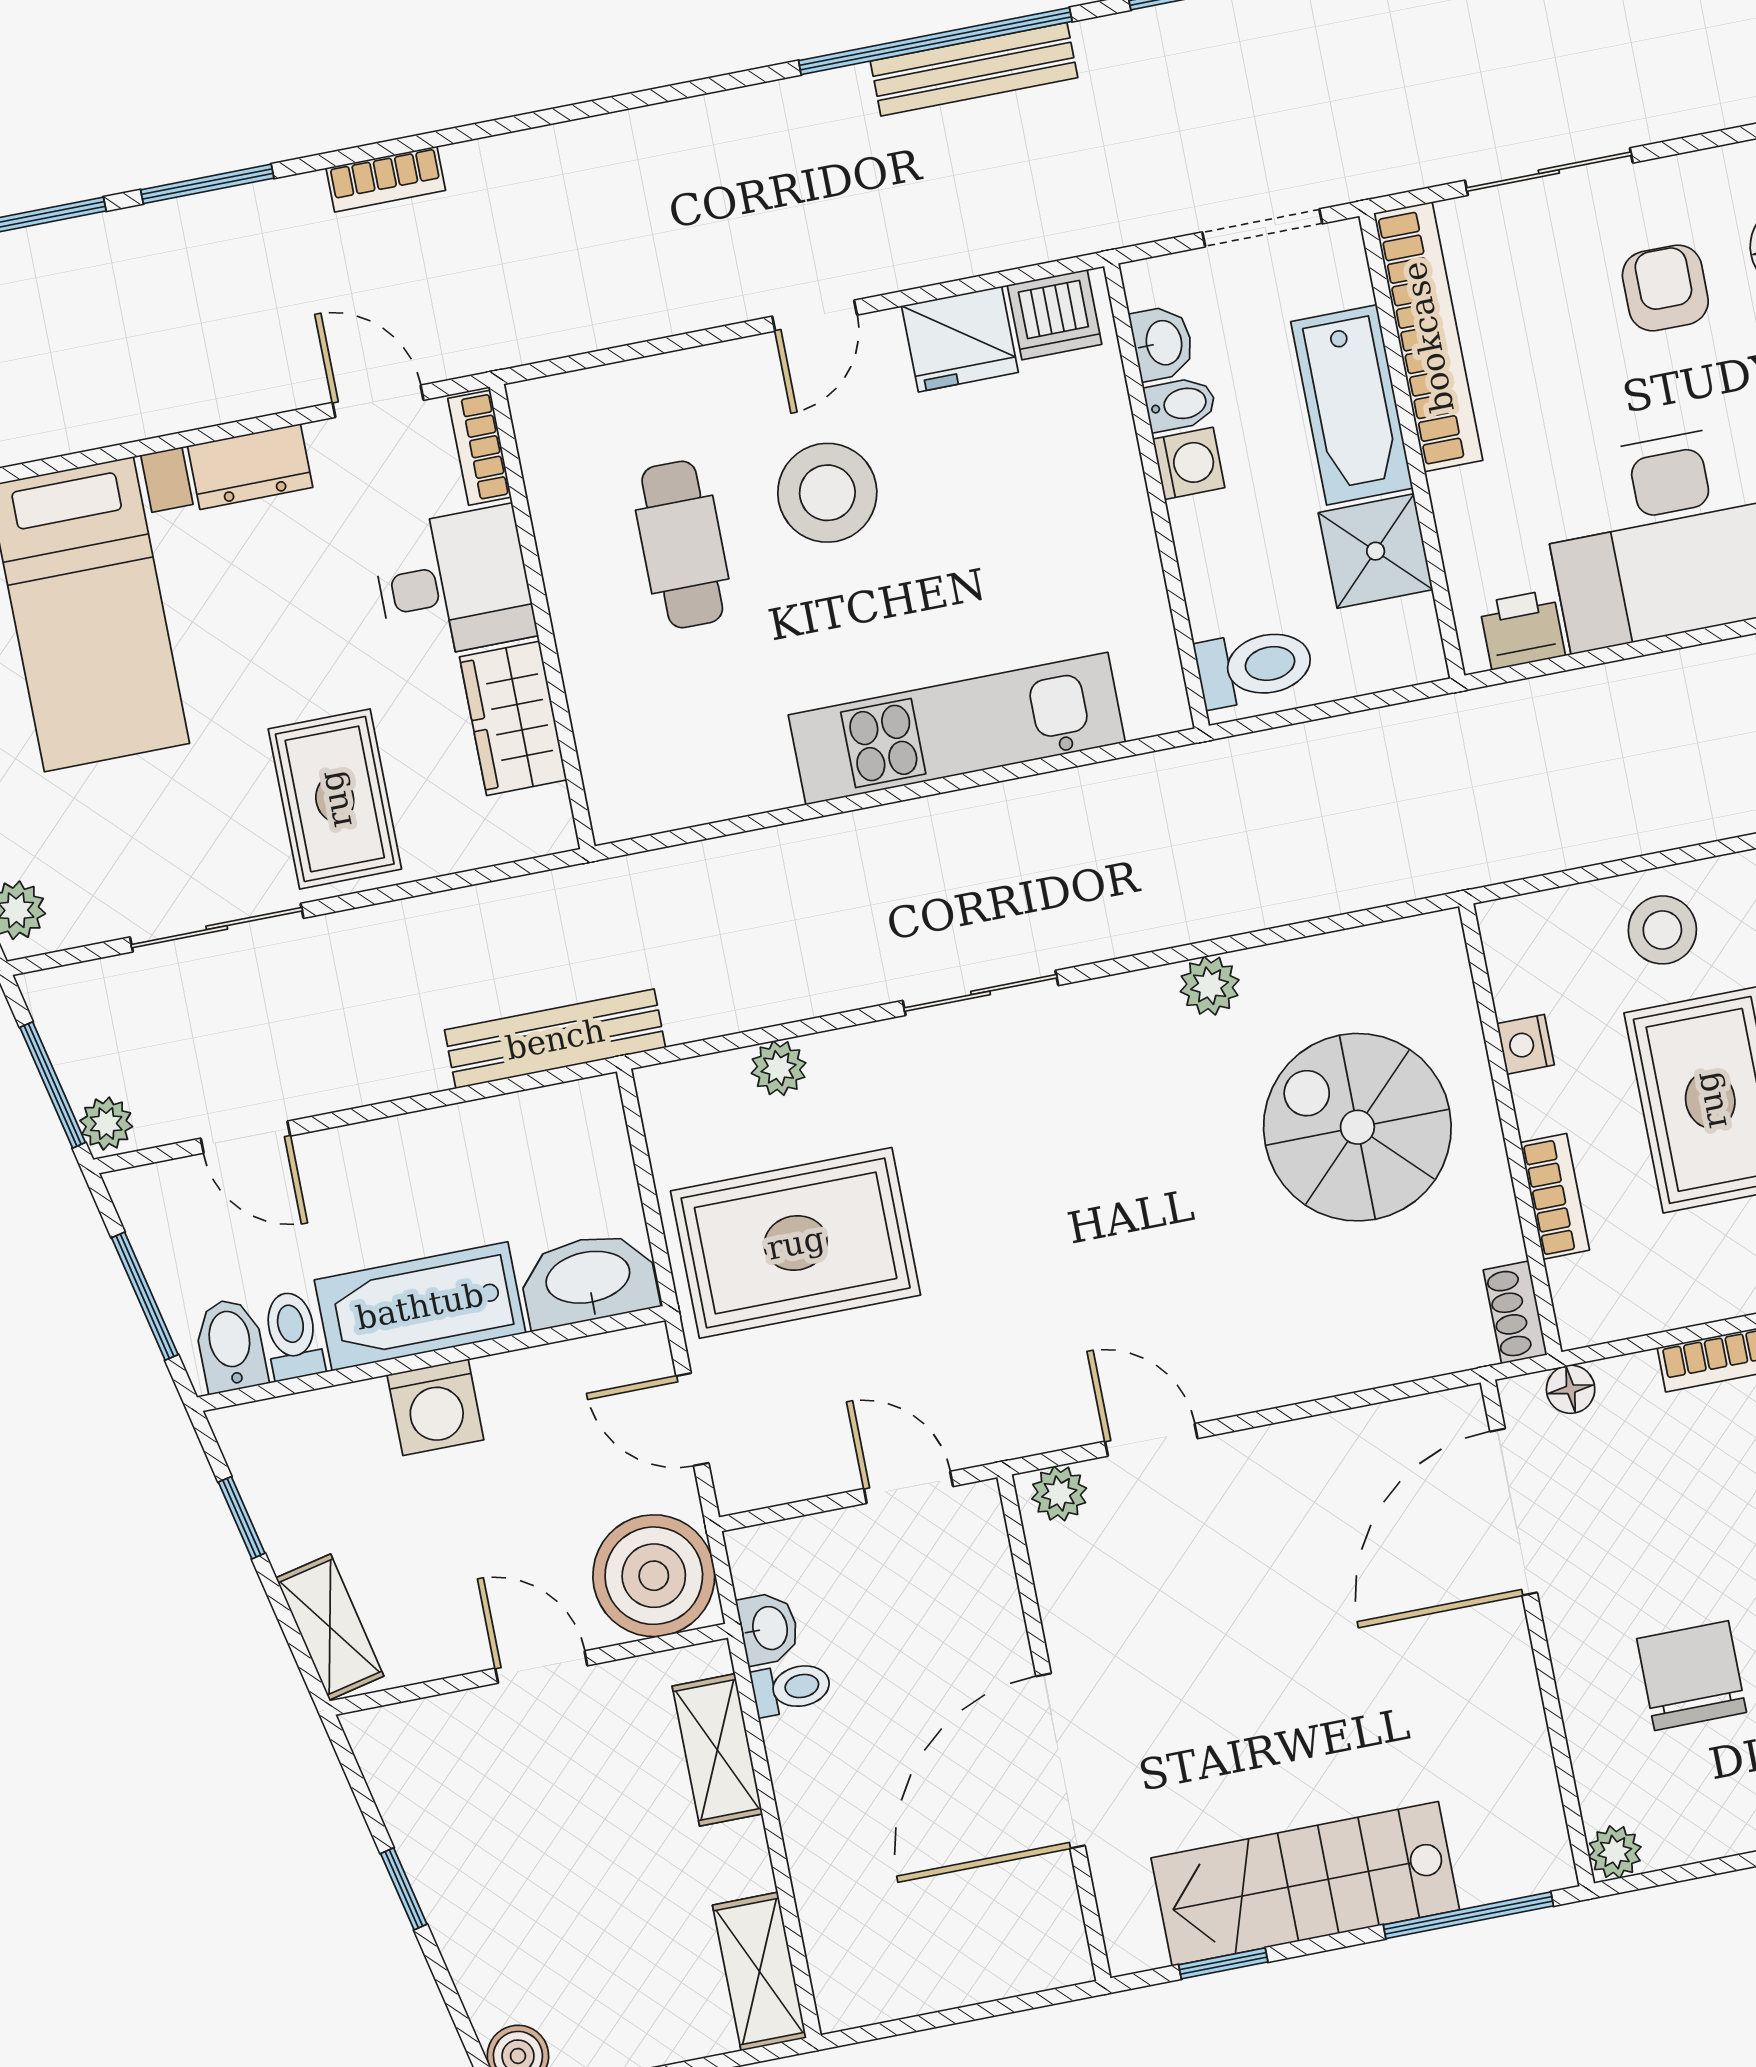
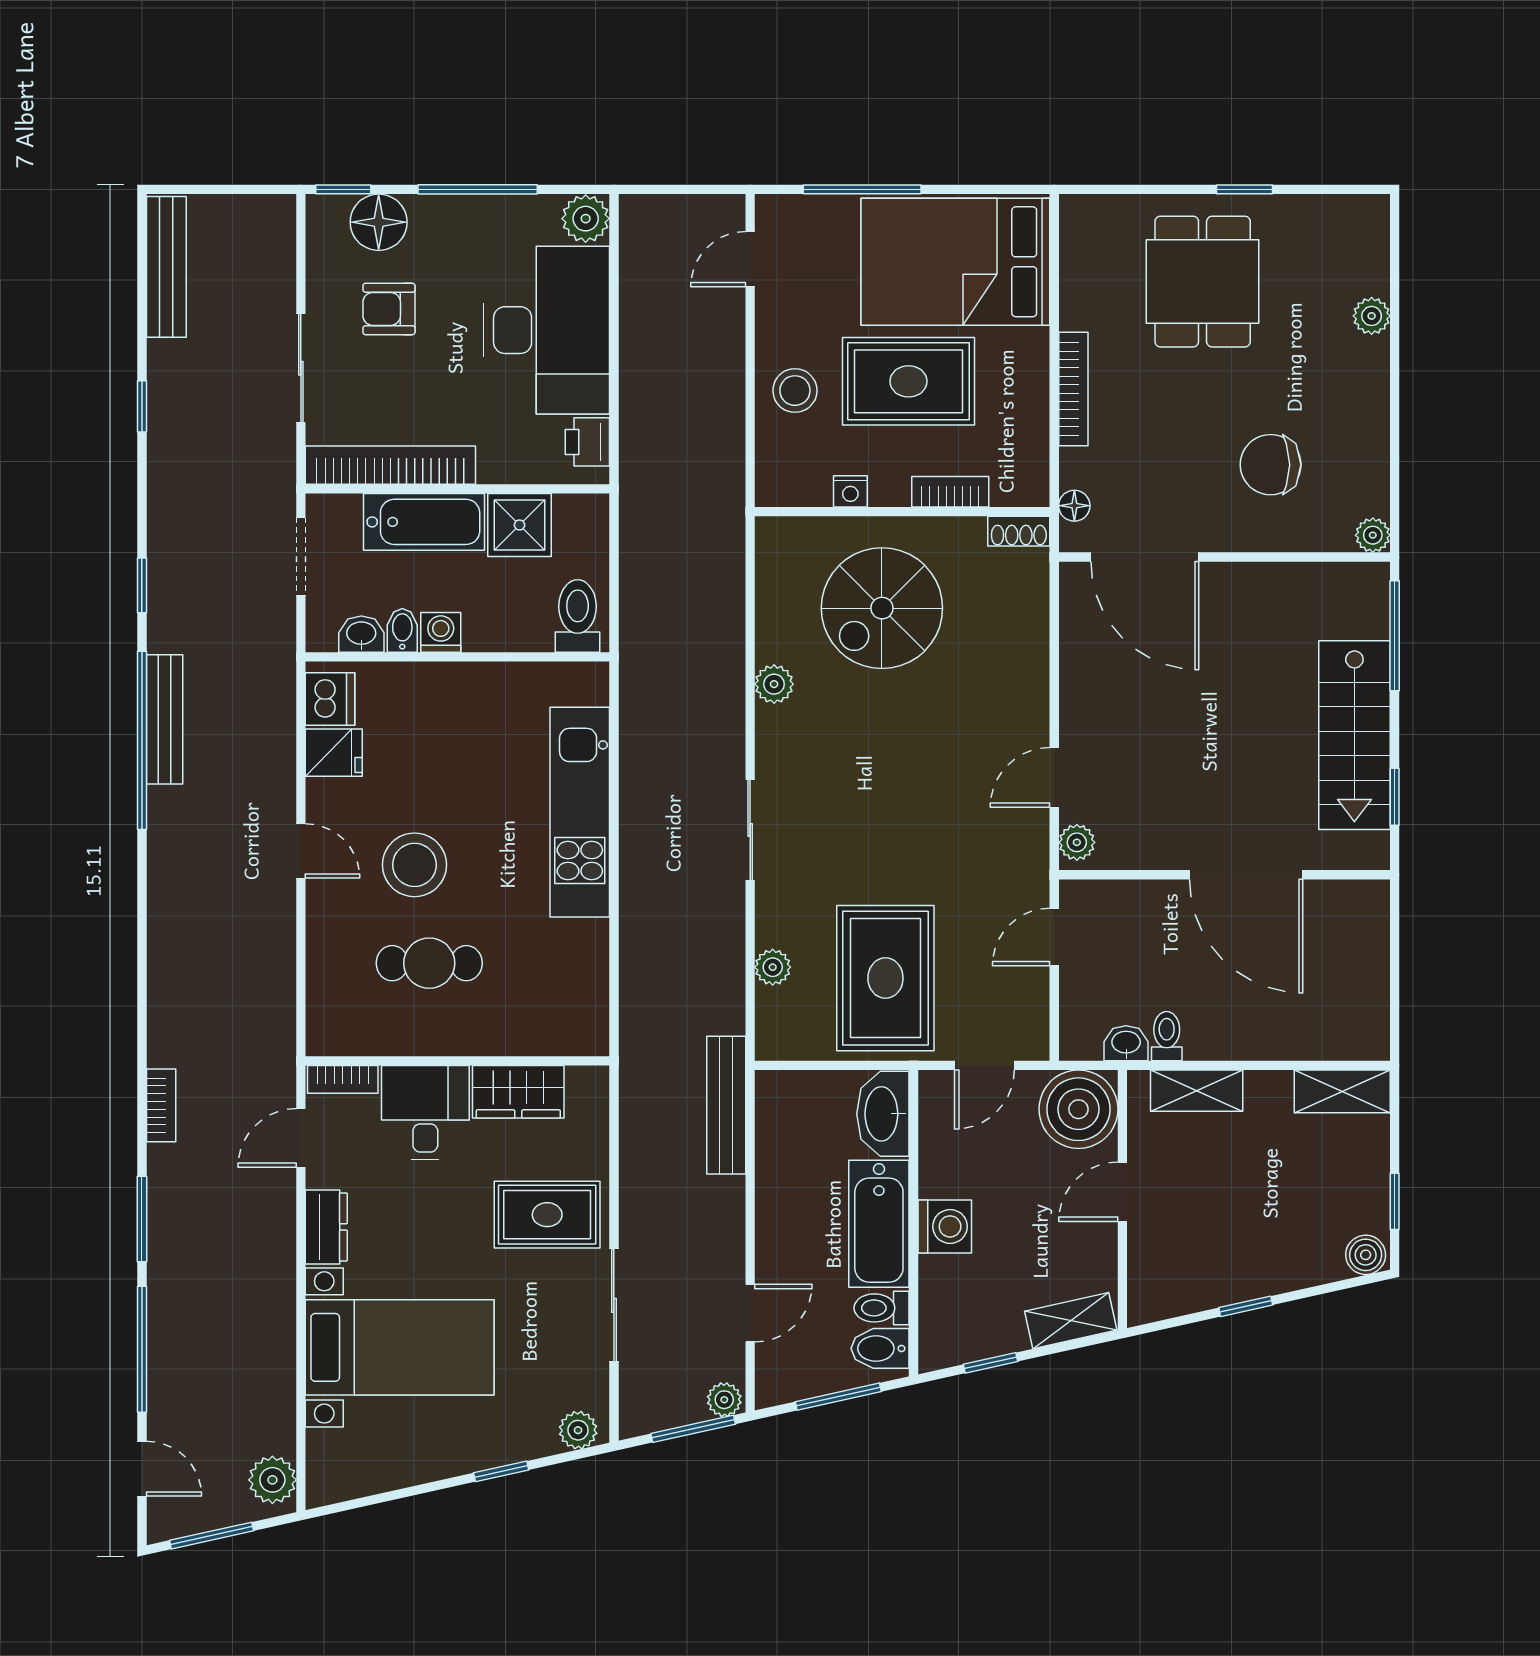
fridge: (960, 339) -> (334, 753), width x0.72

